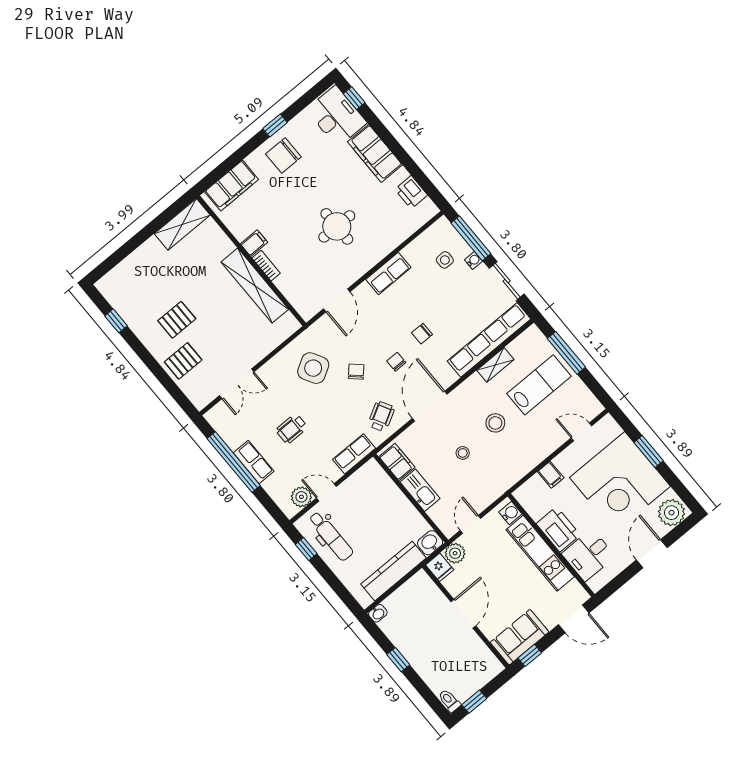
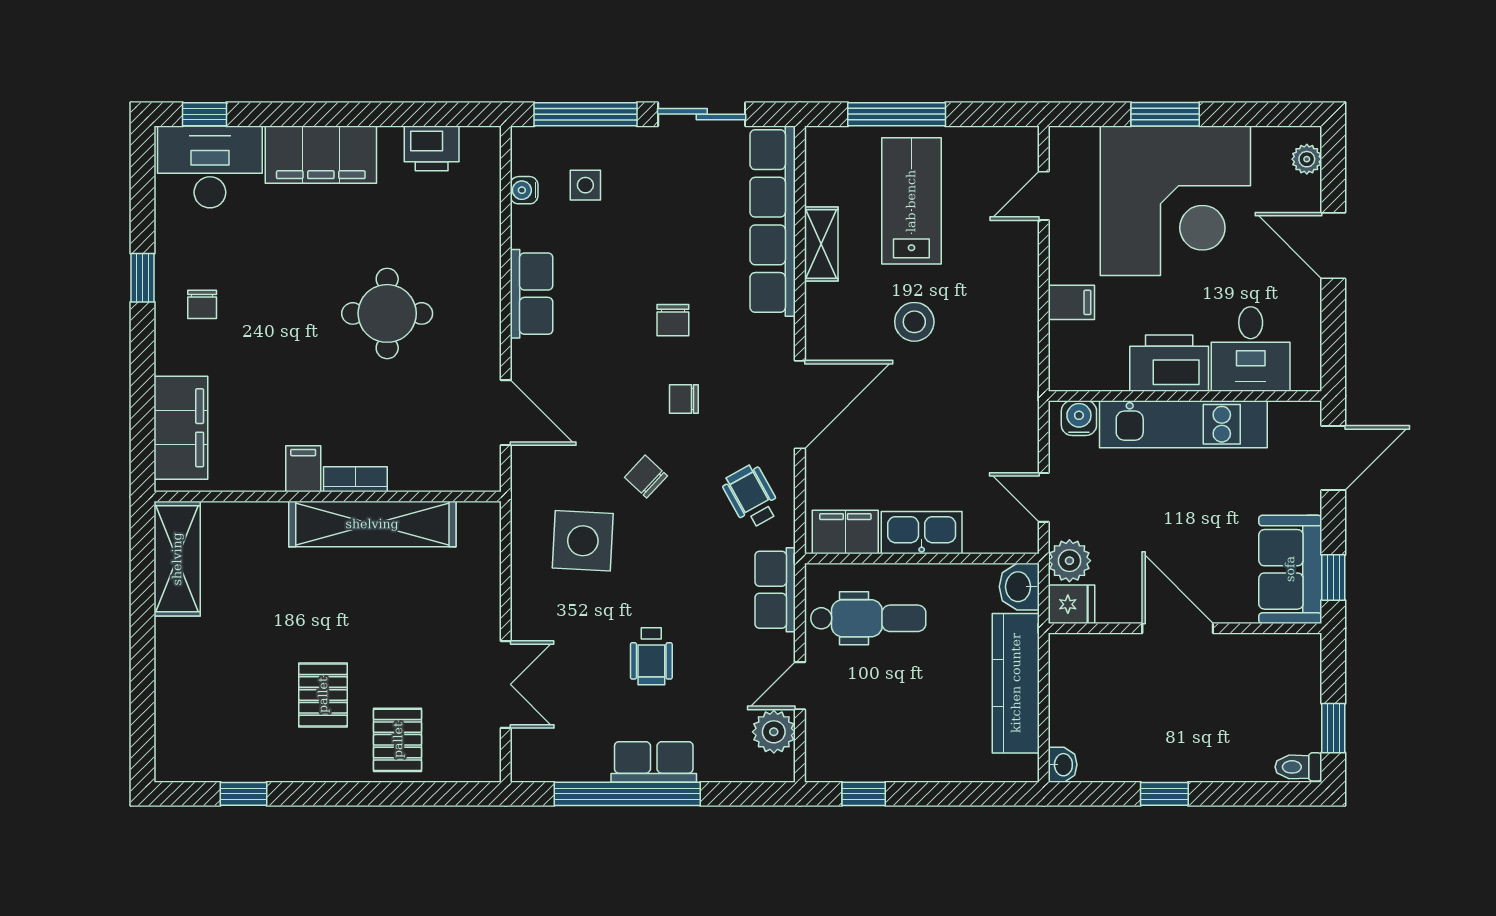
chair: (283, 155) -> (202, 304), width x0.54, depth x0.54
water cooler: (474, 260) -> (524, 190), moved, turned -90
side table: (313, 368) -> (583, 541), turned 33
door: (430, 406) -> (800, 405), swing flipped
stool: (463, 453) -> (919, 414), removed
plant: (672, 513) -> (1307, 159), width x0.53, depth x0.53
dental chair: (331, 536) -> (868, 618), moved

